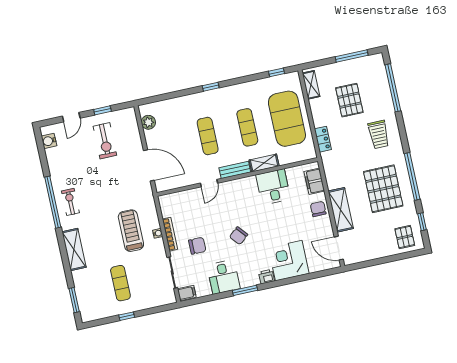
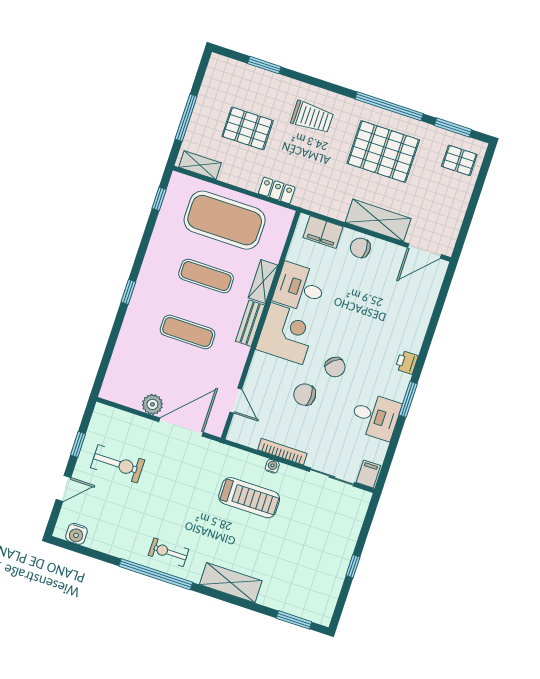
window: (352, 56) -> (186, 118), moved
window: (393, 88) -> (264, 65), width x0.47
door: (71, 117) -> (63, 488), hinge flipped
plant: (148, 122) -> (152, 404), moved
door: (209, 183) -> (236, 401), moved
window: (422, 222) -> (453, 127), width x1.50
treadmill: (131, 231) -> (249, 498), turned 180
chair: (197, 246) -> (305, 395), moved, turned -90
corner desk: (289, 261) -> (287, 333), moved, turned 180
exercise mat: (120, 283) -> (307, 549), removed

